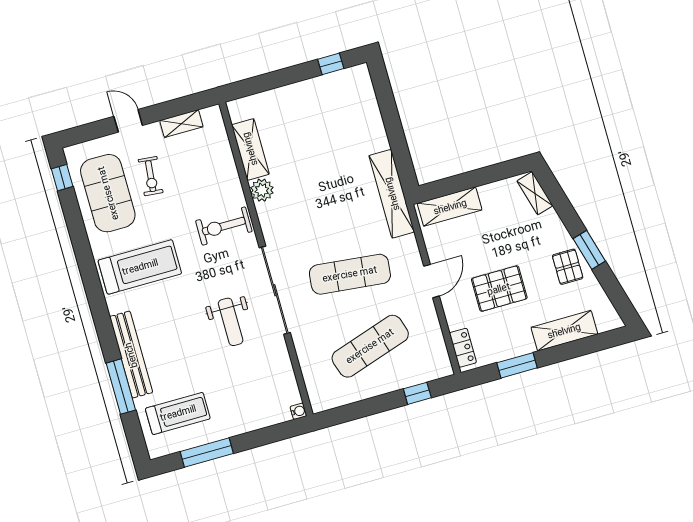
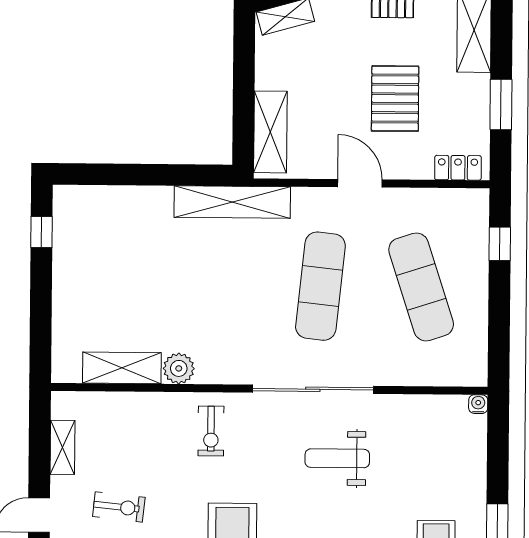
exercise bike: (224, 226) -> (211, 431), width x0.73, depth x0.72
weight bench: (231, 322) -> (337, 458), turned 180

